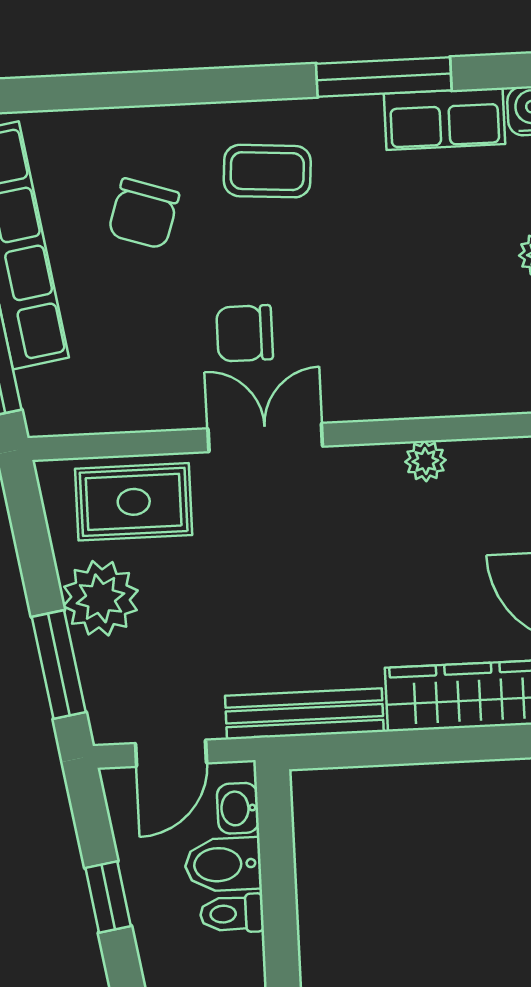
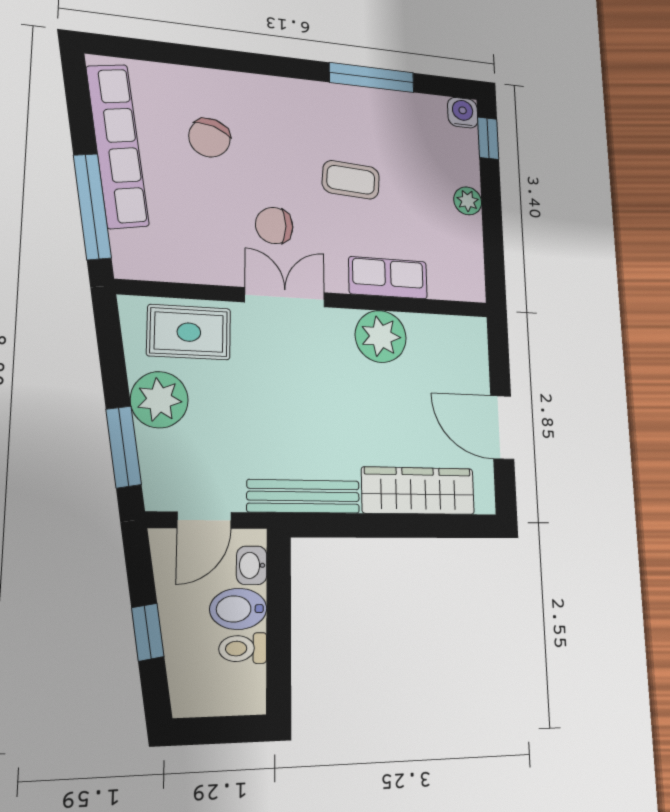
row of seats: (445, 119) -> (388, 278), moved, turned 180
coffee table: (267, 171) -> (351, 180), moved
plant: (425, 461) -> (381, 336), width x1.88, depth x1.88

